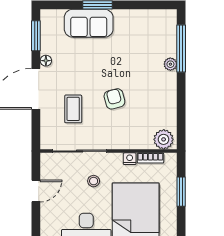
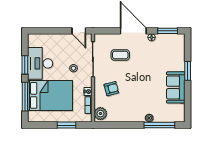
sofa: (89, 23) -> (176, 87), moved
armchair: (114, 99) -> (111, 89), moved
door: (36, 191) -> (79, 31), moved

